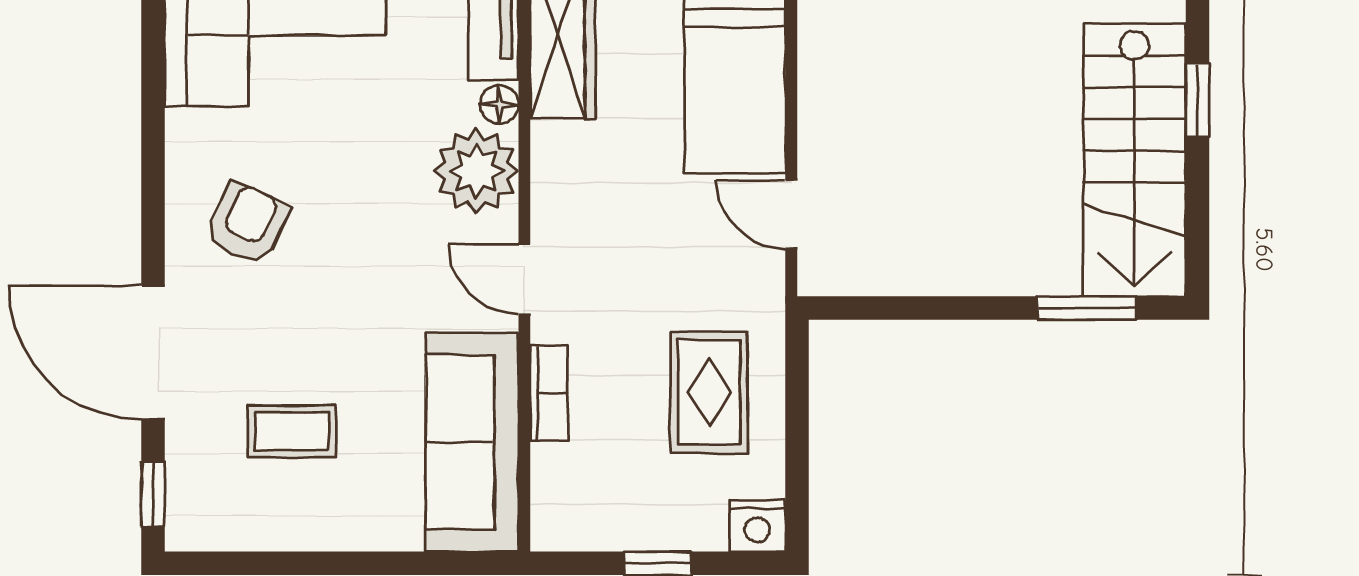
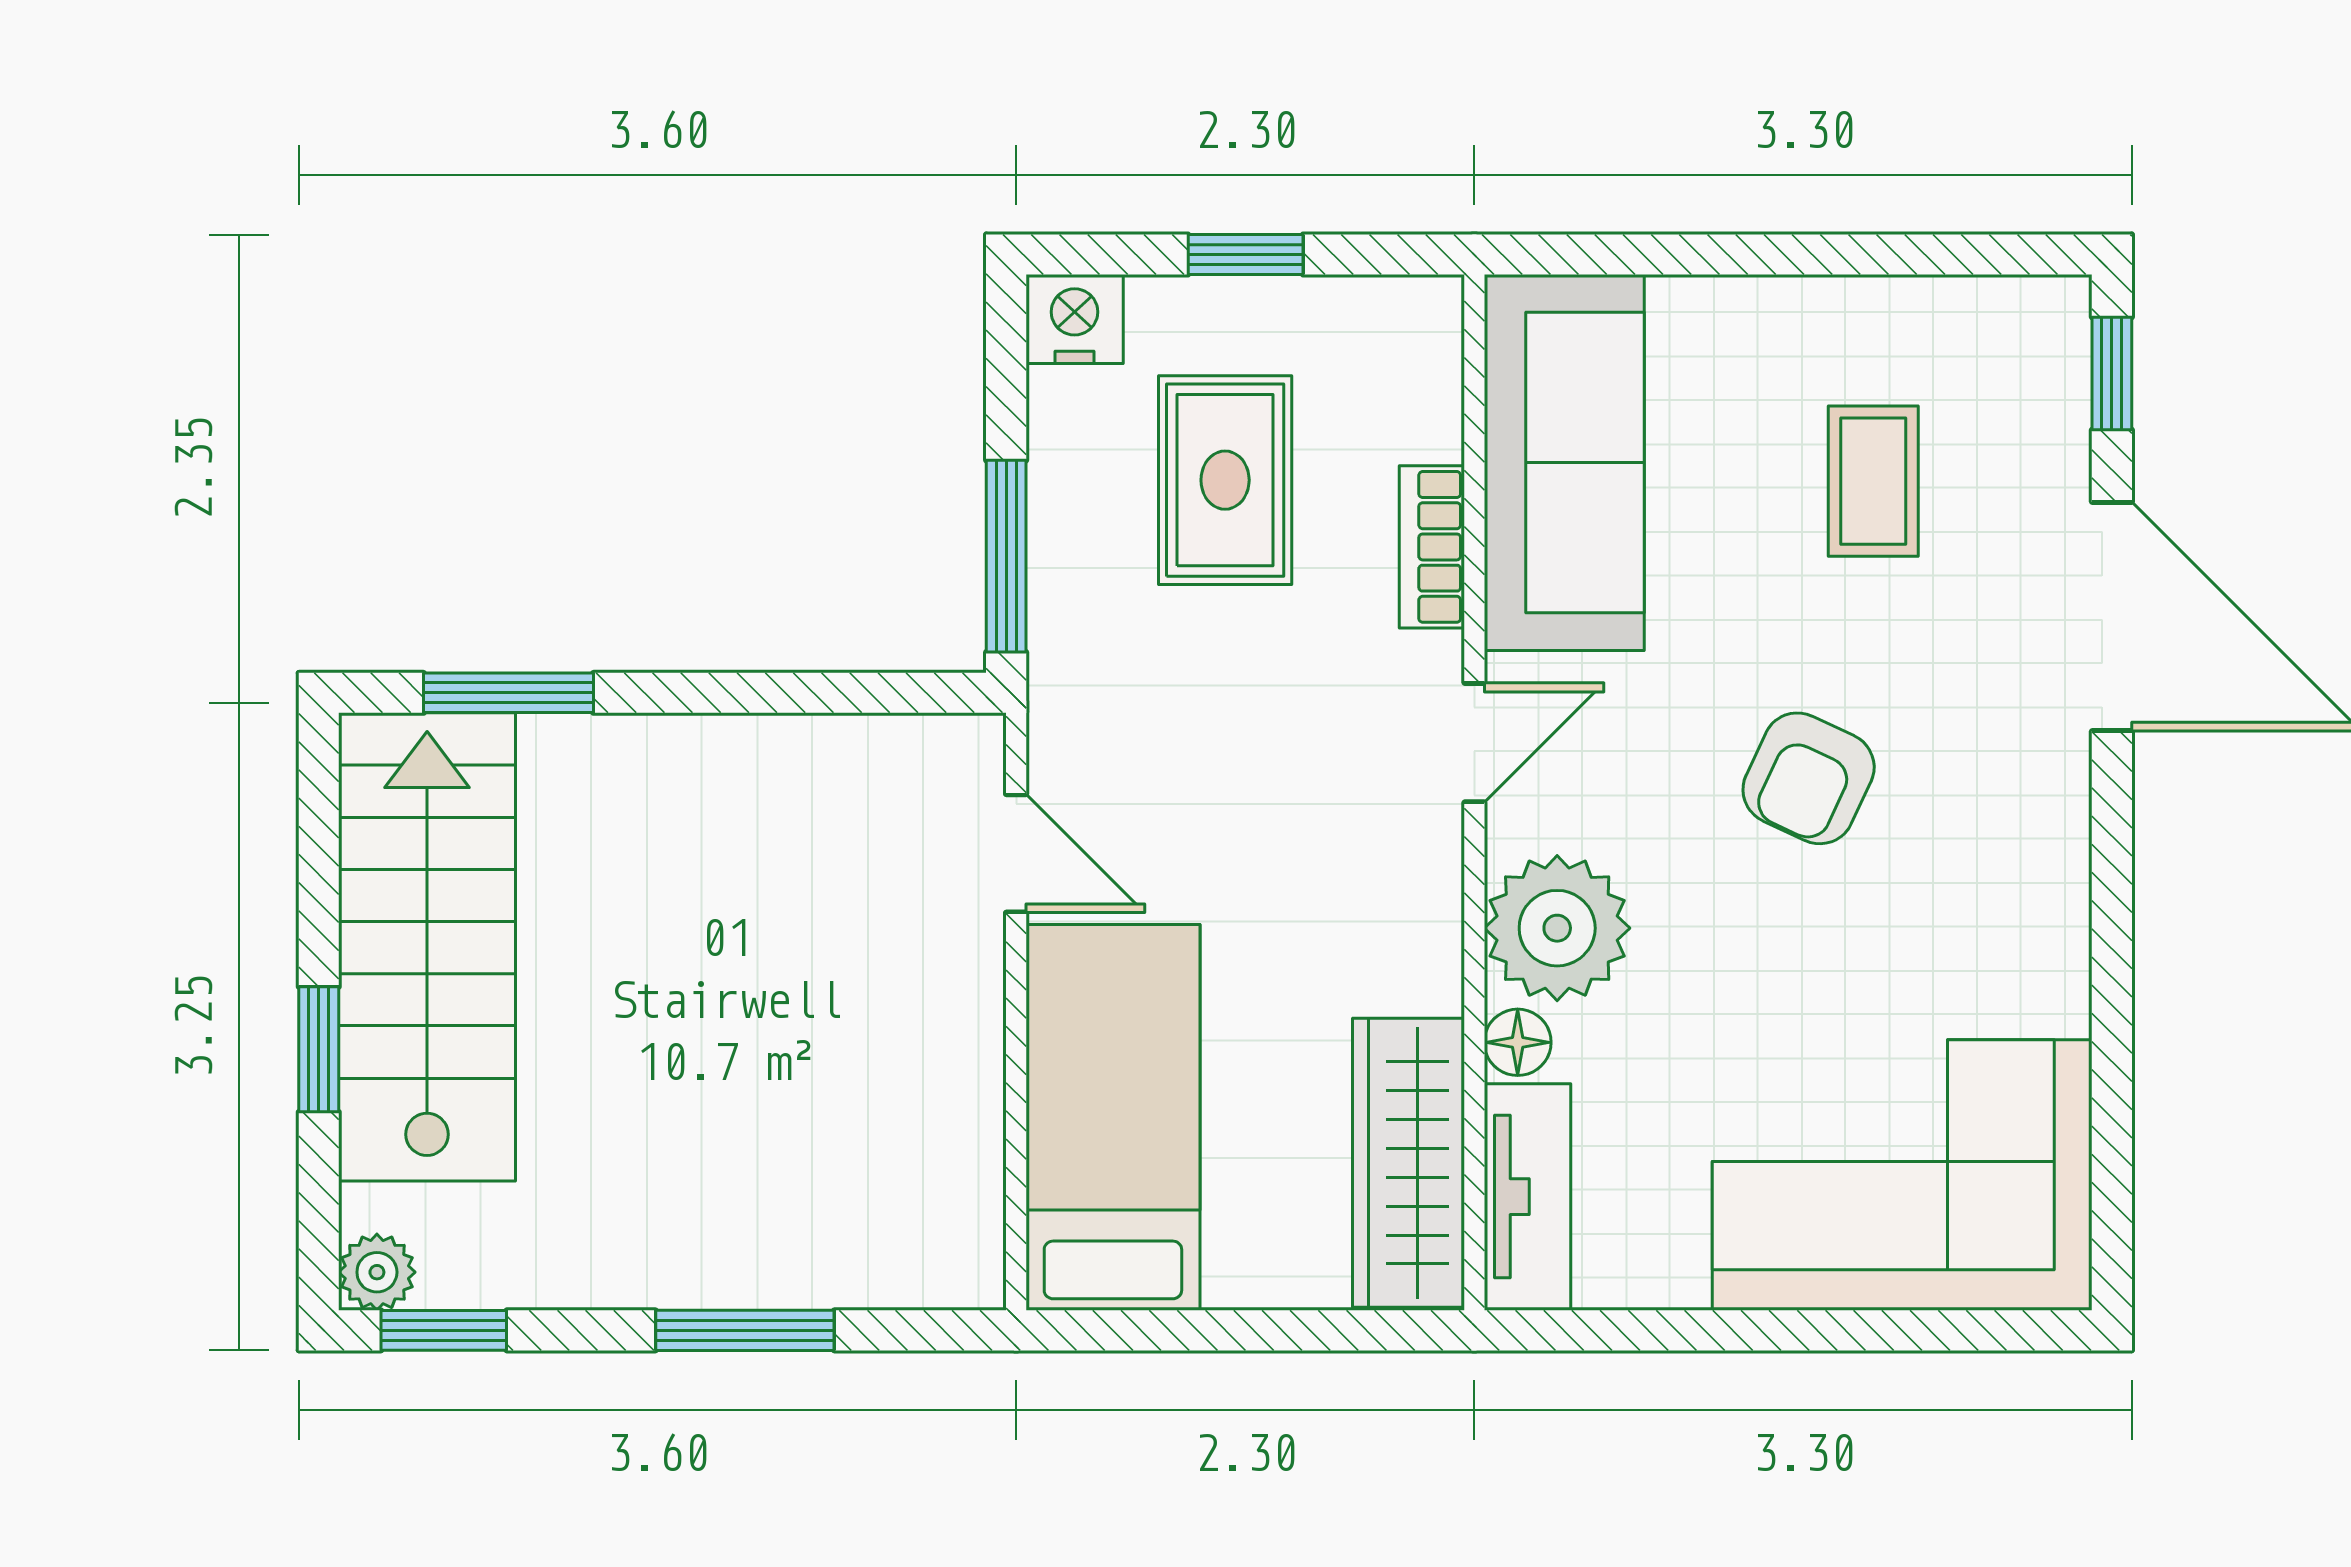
armchair: (247, 223) -> (1809, 778), moved
door: (524, 279) -> (1474, 743), hinge flipped
window: (797, 388) -> (1006, 556), added
rug: (709, 392) -> (1225, 480), moved
coffee table: (292, 431) -> (1873, 481), turned 90

